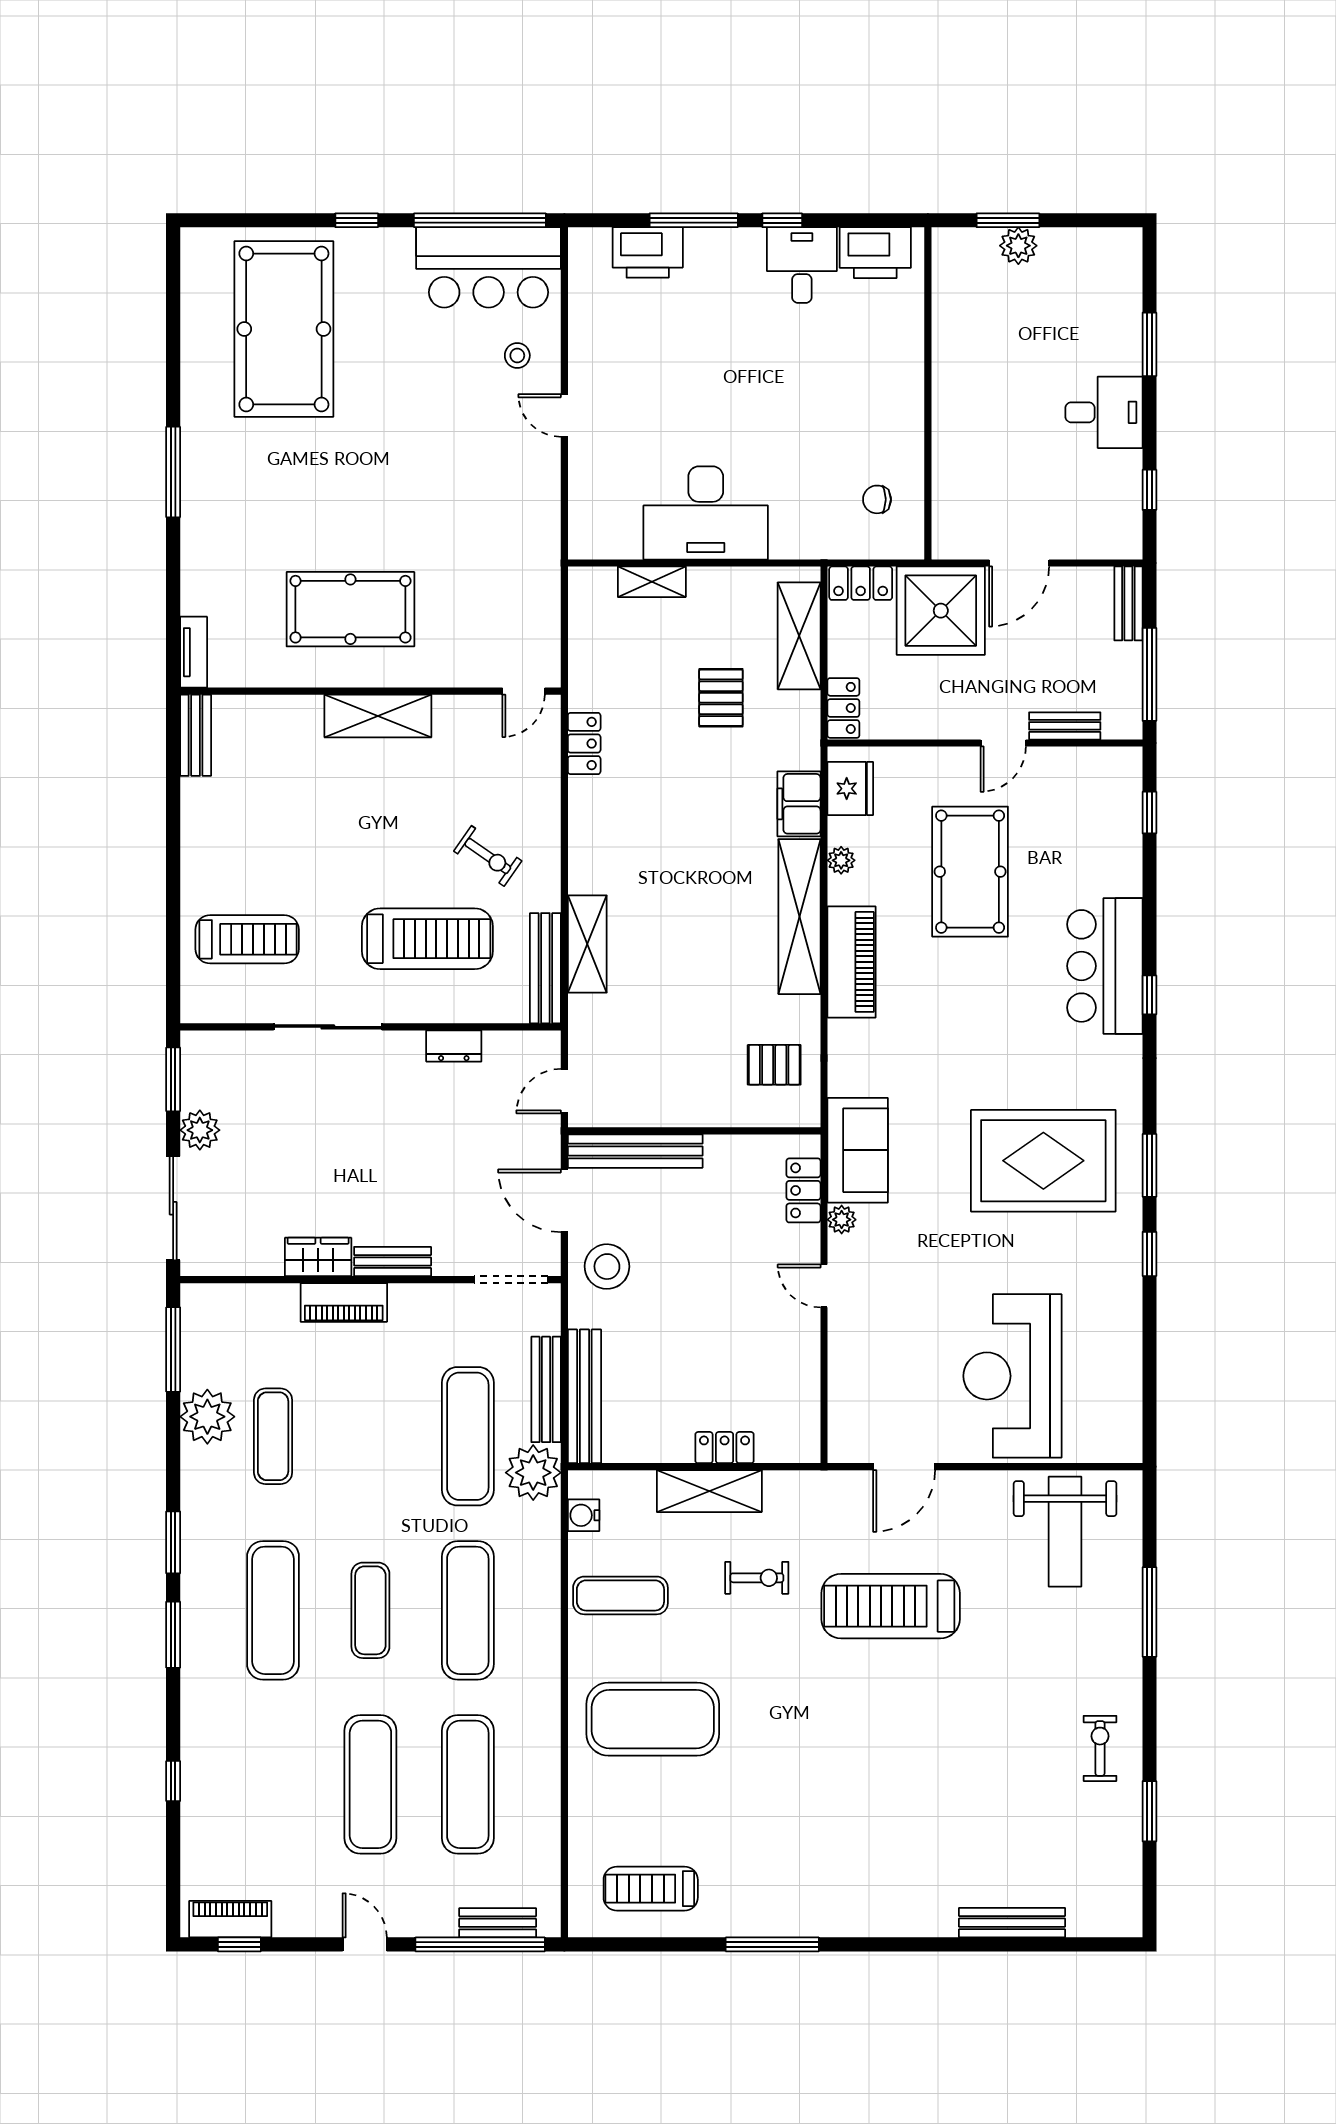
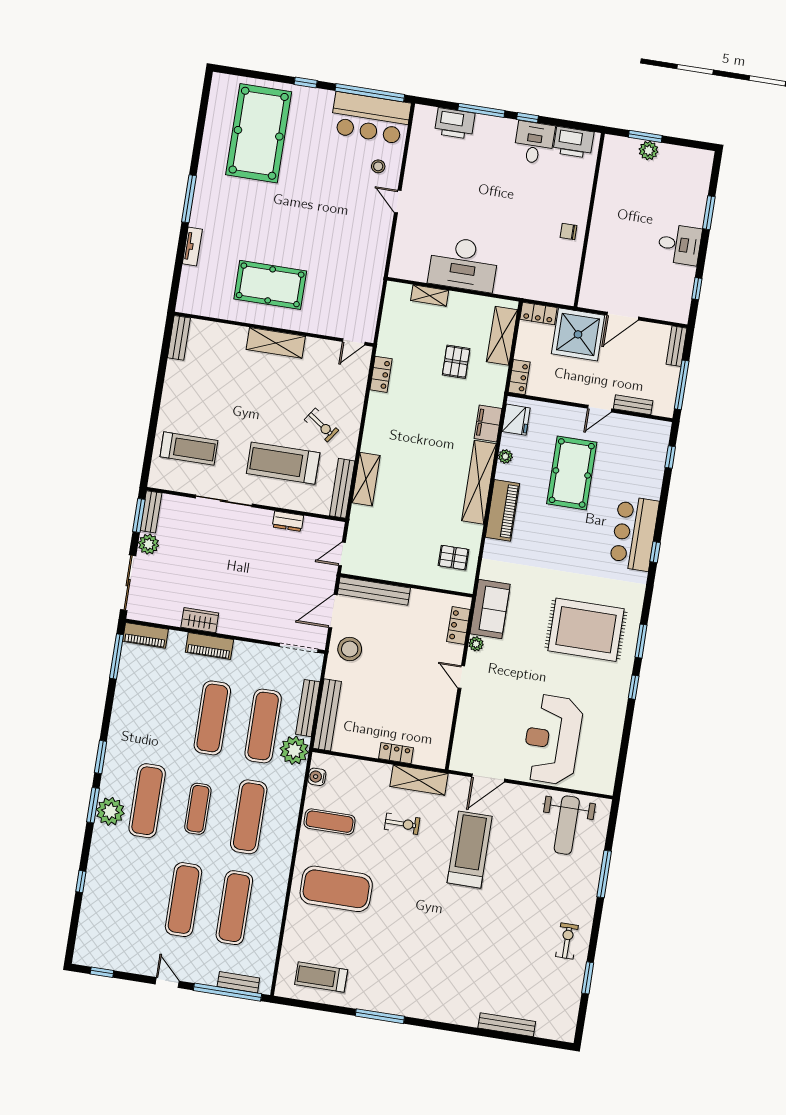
chair: (877, 499) -> (568, 231), moved
tv unit: (194, 652) -> (192, 247), moved
treadmill: (427, 939) -> (283, 463), turned 180
door: (564, 1201) -> (333, 611), hinge flipped
bench: (393, 1262) -> (151, 512), moved, turned 90
plant: (207, 1417) -> (110, 811), moved
exercise mat: (273, 1436) -> (212, 718), moved, width x1.36, depth x1.45
shelving: (709, 1491) -> (419, 780), moved
treadmill: (891, 1606) -> (470, 850), turned 90
piano: (230, 1919) -> (145, 635), moved, turned 180

